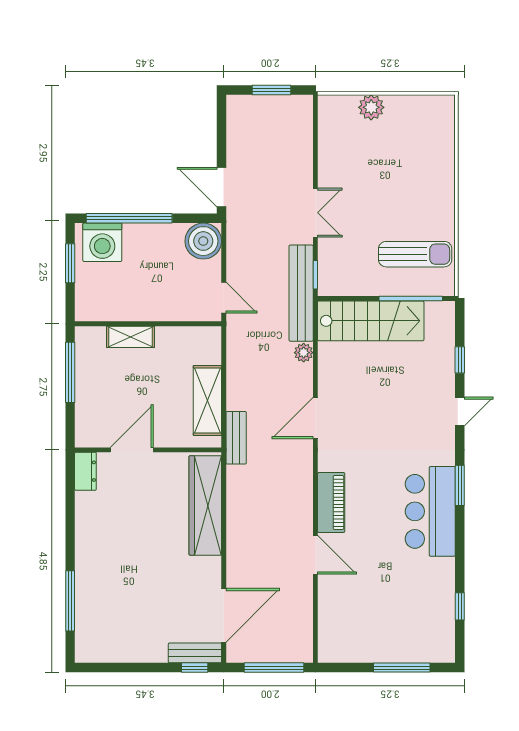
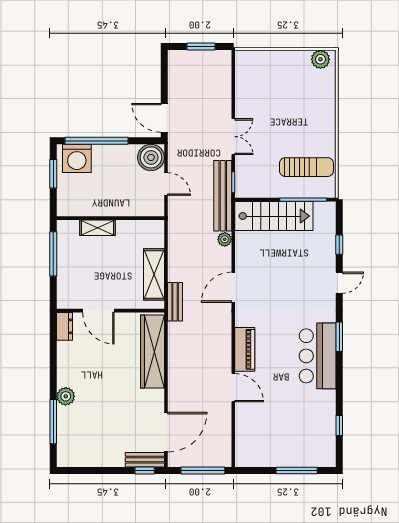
plant: (371, 107) -> (320, 59), moved
door: (224, 298) -> (166, 184), moved
door: (132, 450) -> (98, 311), swing flipped
plant: (87, 566) -> (66, 396), added

